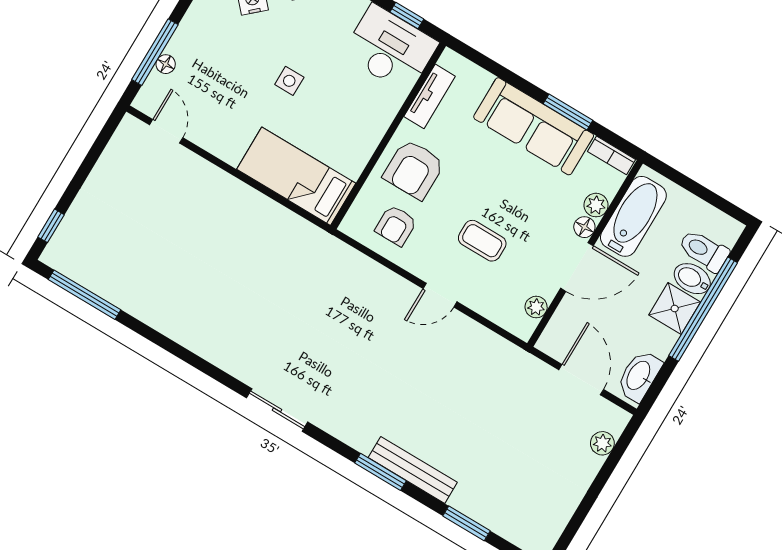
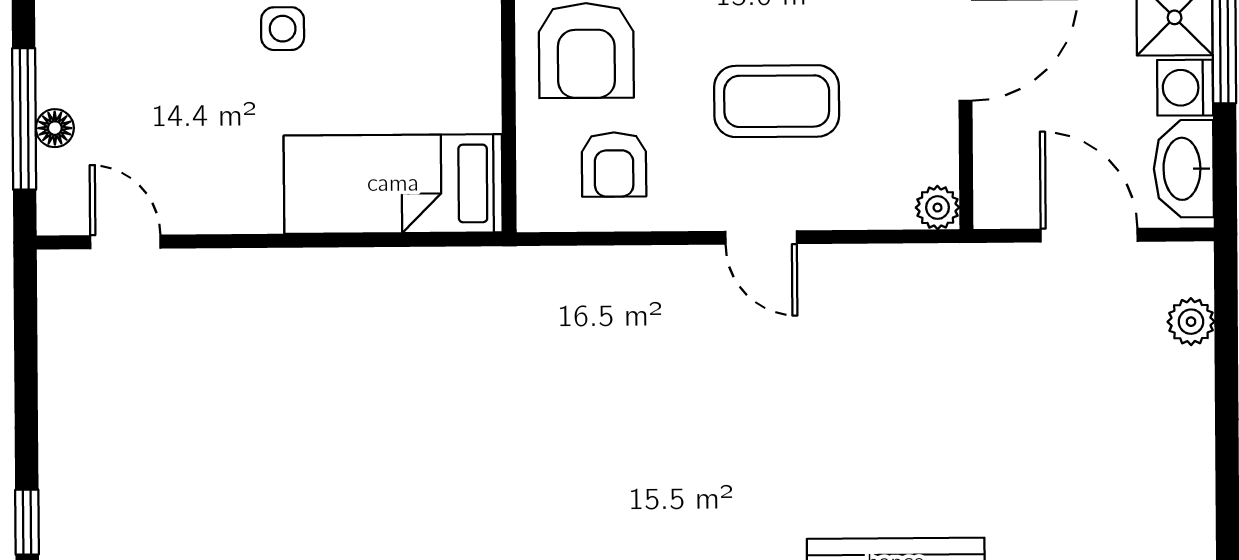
coffee table: (482, 241) -> (777, 101), width x1.36, depth x1.30
door: (440, 295) -> (761, 237), hinge flipped
plant: (536, 307) -> (938, 208), moved
washing machine: (661, 341) -> (1185, 88), added

